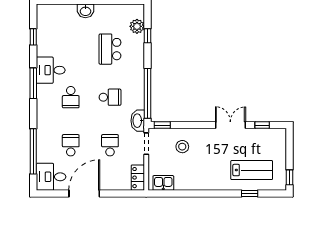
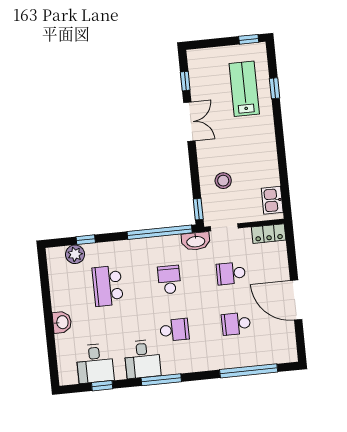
school desk: (110, 49) -> (108, 286), turned 90
double door: (230, 125) -> (189, 122), swing flipped
desk: (51, 177) -> (95, 363), moved

